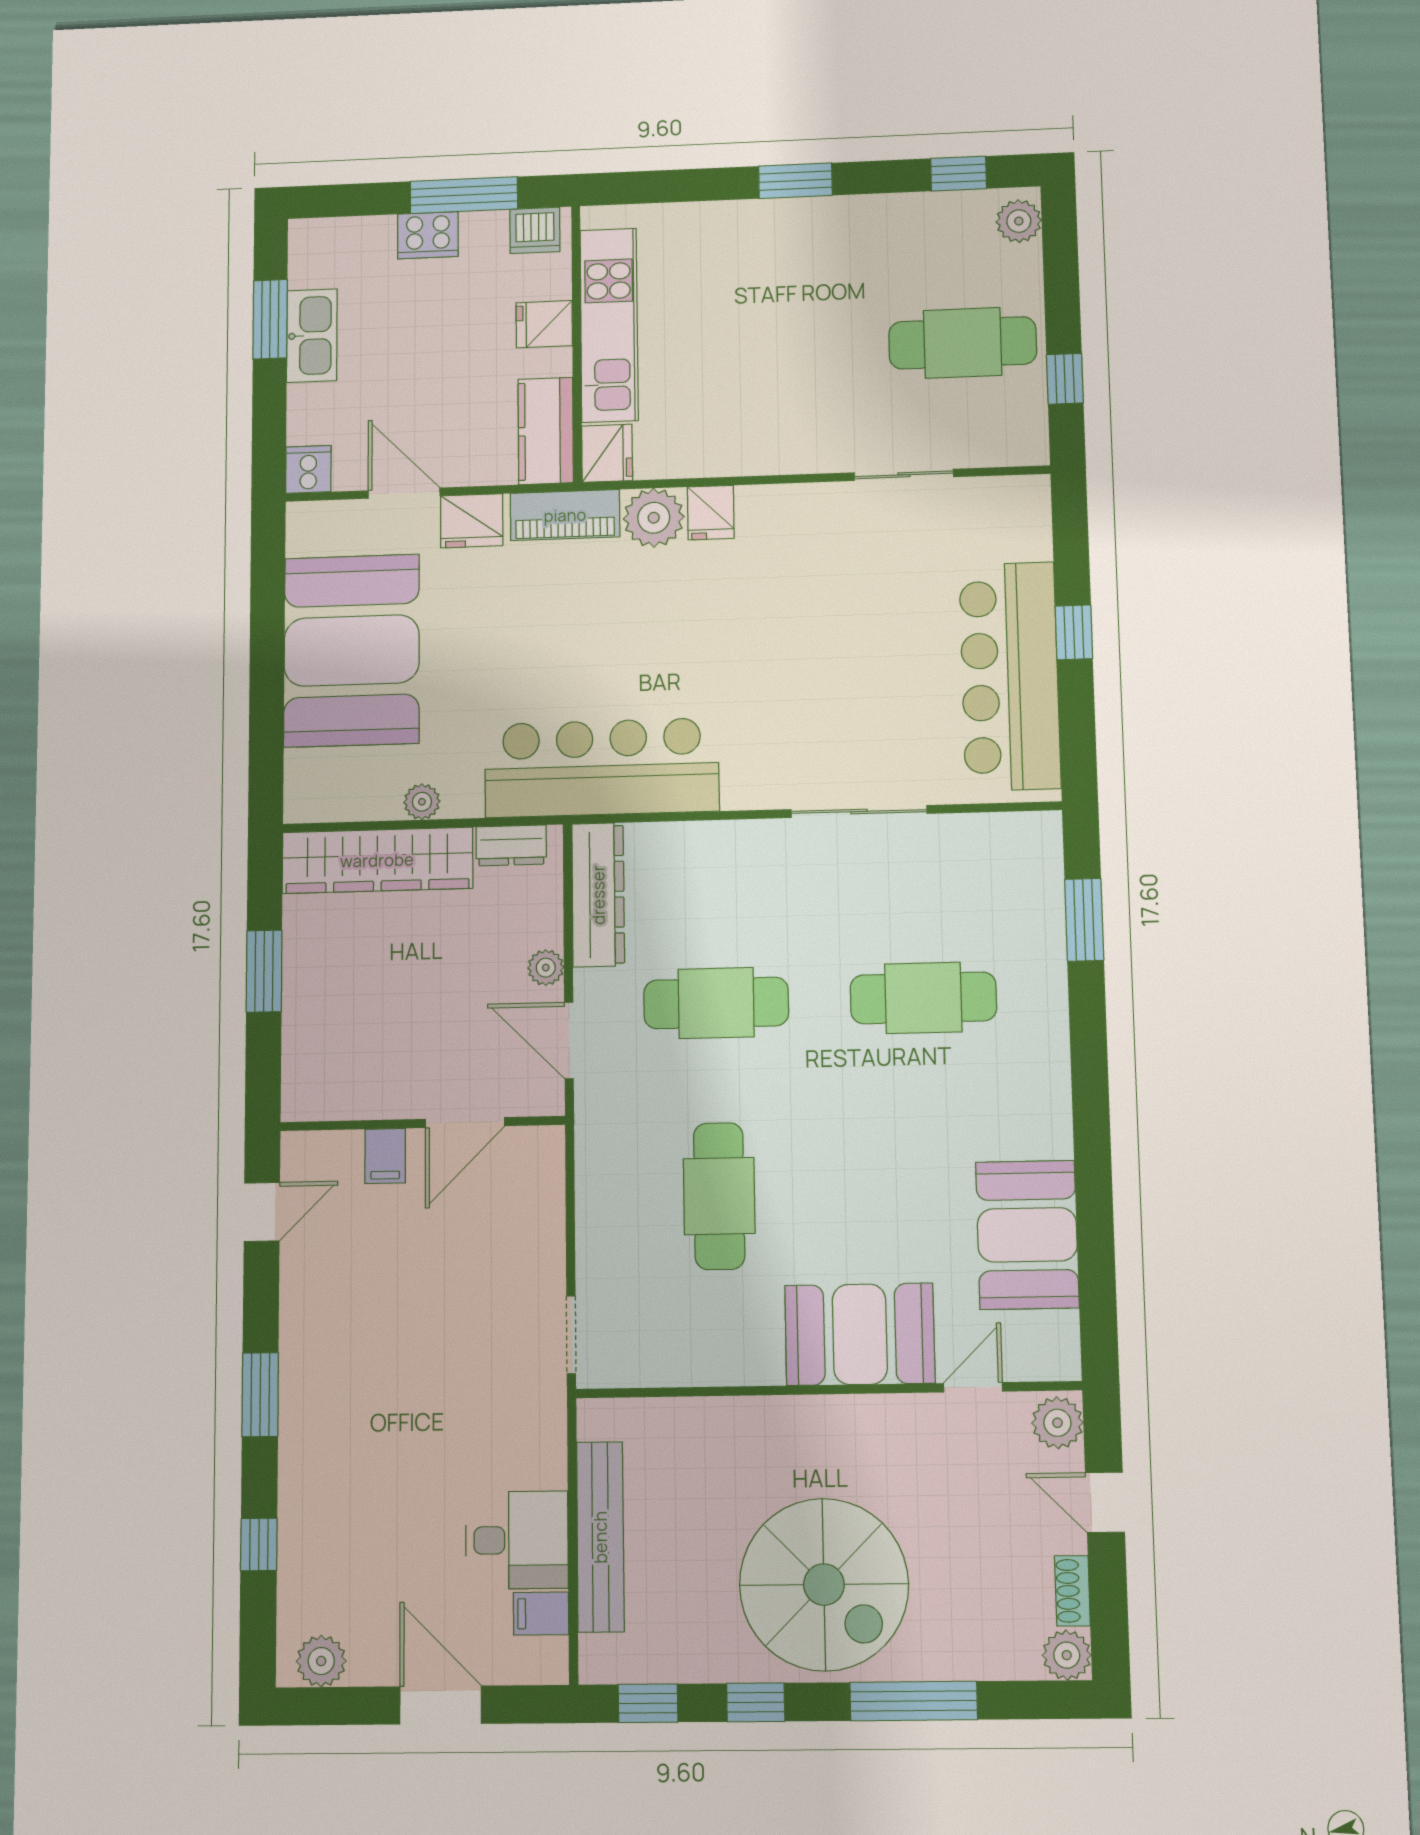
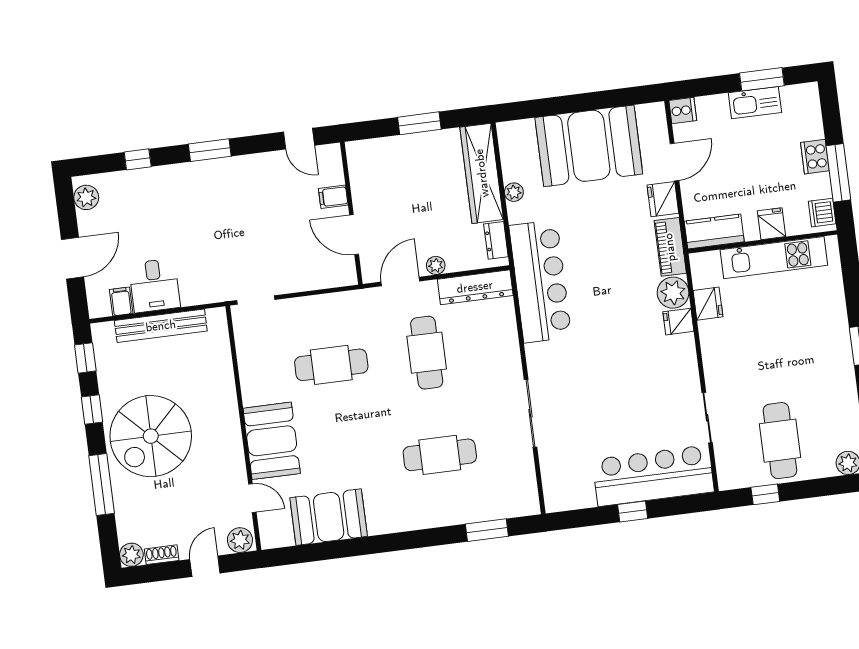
fridge: (607, 453) -> (708, 304), moved, turned -90
bar counter: (1010, 676) -> (653, 476), moved
cafe table: (923, 998) -> (440, 455), turned 90

